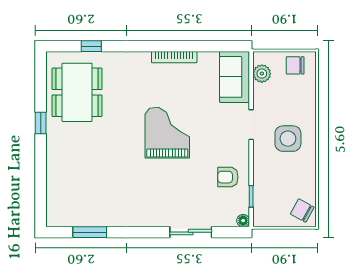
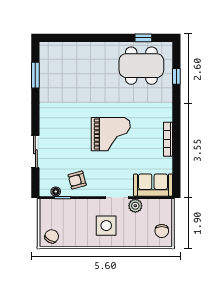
chair: (295, 65) -> (162, 231), turned 180
plant: (262, 74) -> (135, 206), moved
window: (41, 123) -> (143, 38), moved
armchair: (228, 177) -> (77, 180), turned -105
floor lamp: (243, 221) -> (56, 192), moved

